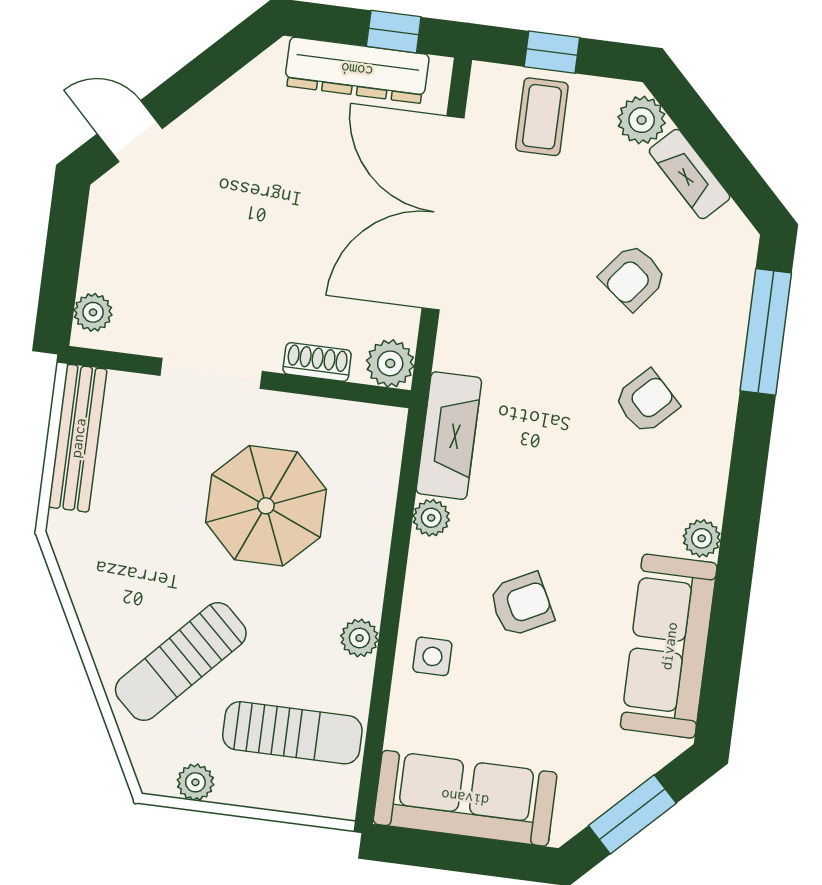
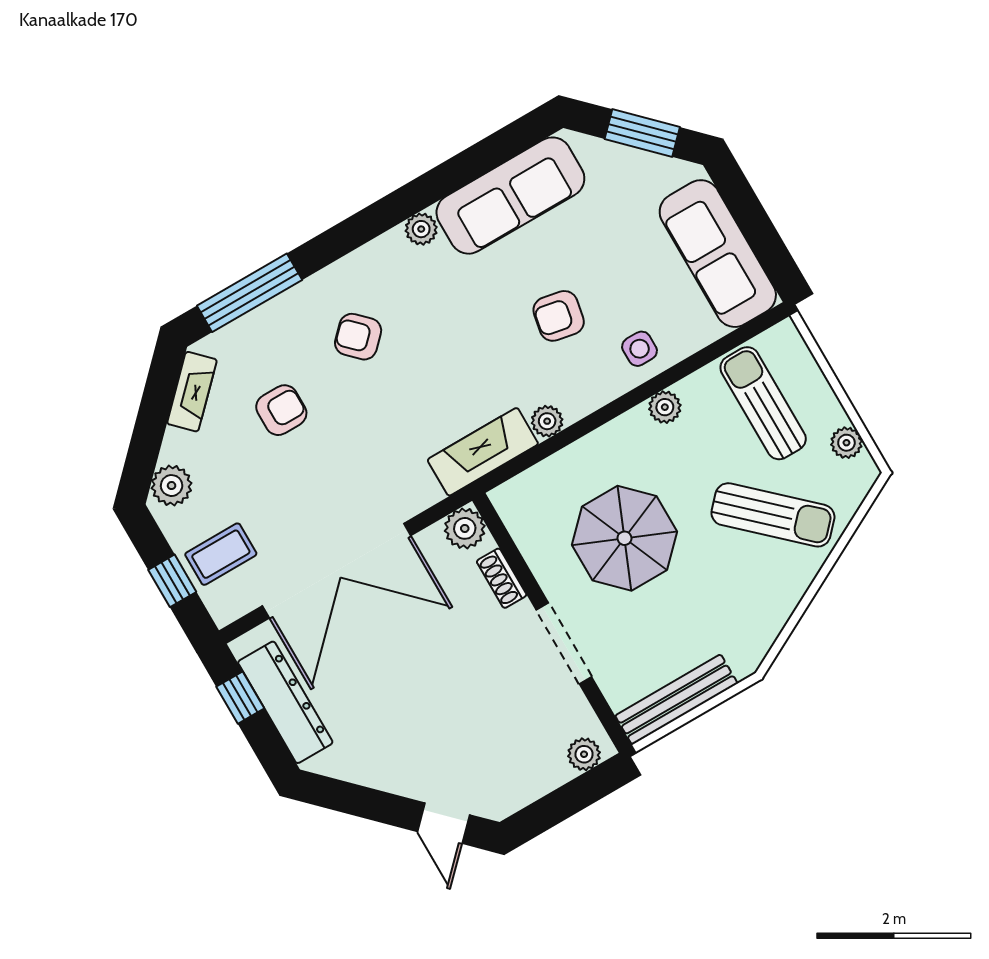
fireplace: (690, 174) -> (192, 392), moved
armchair: (633, 277) -> (281, 410), turned -38
armchair: (521, 604) -> (559, 316), turned -52

